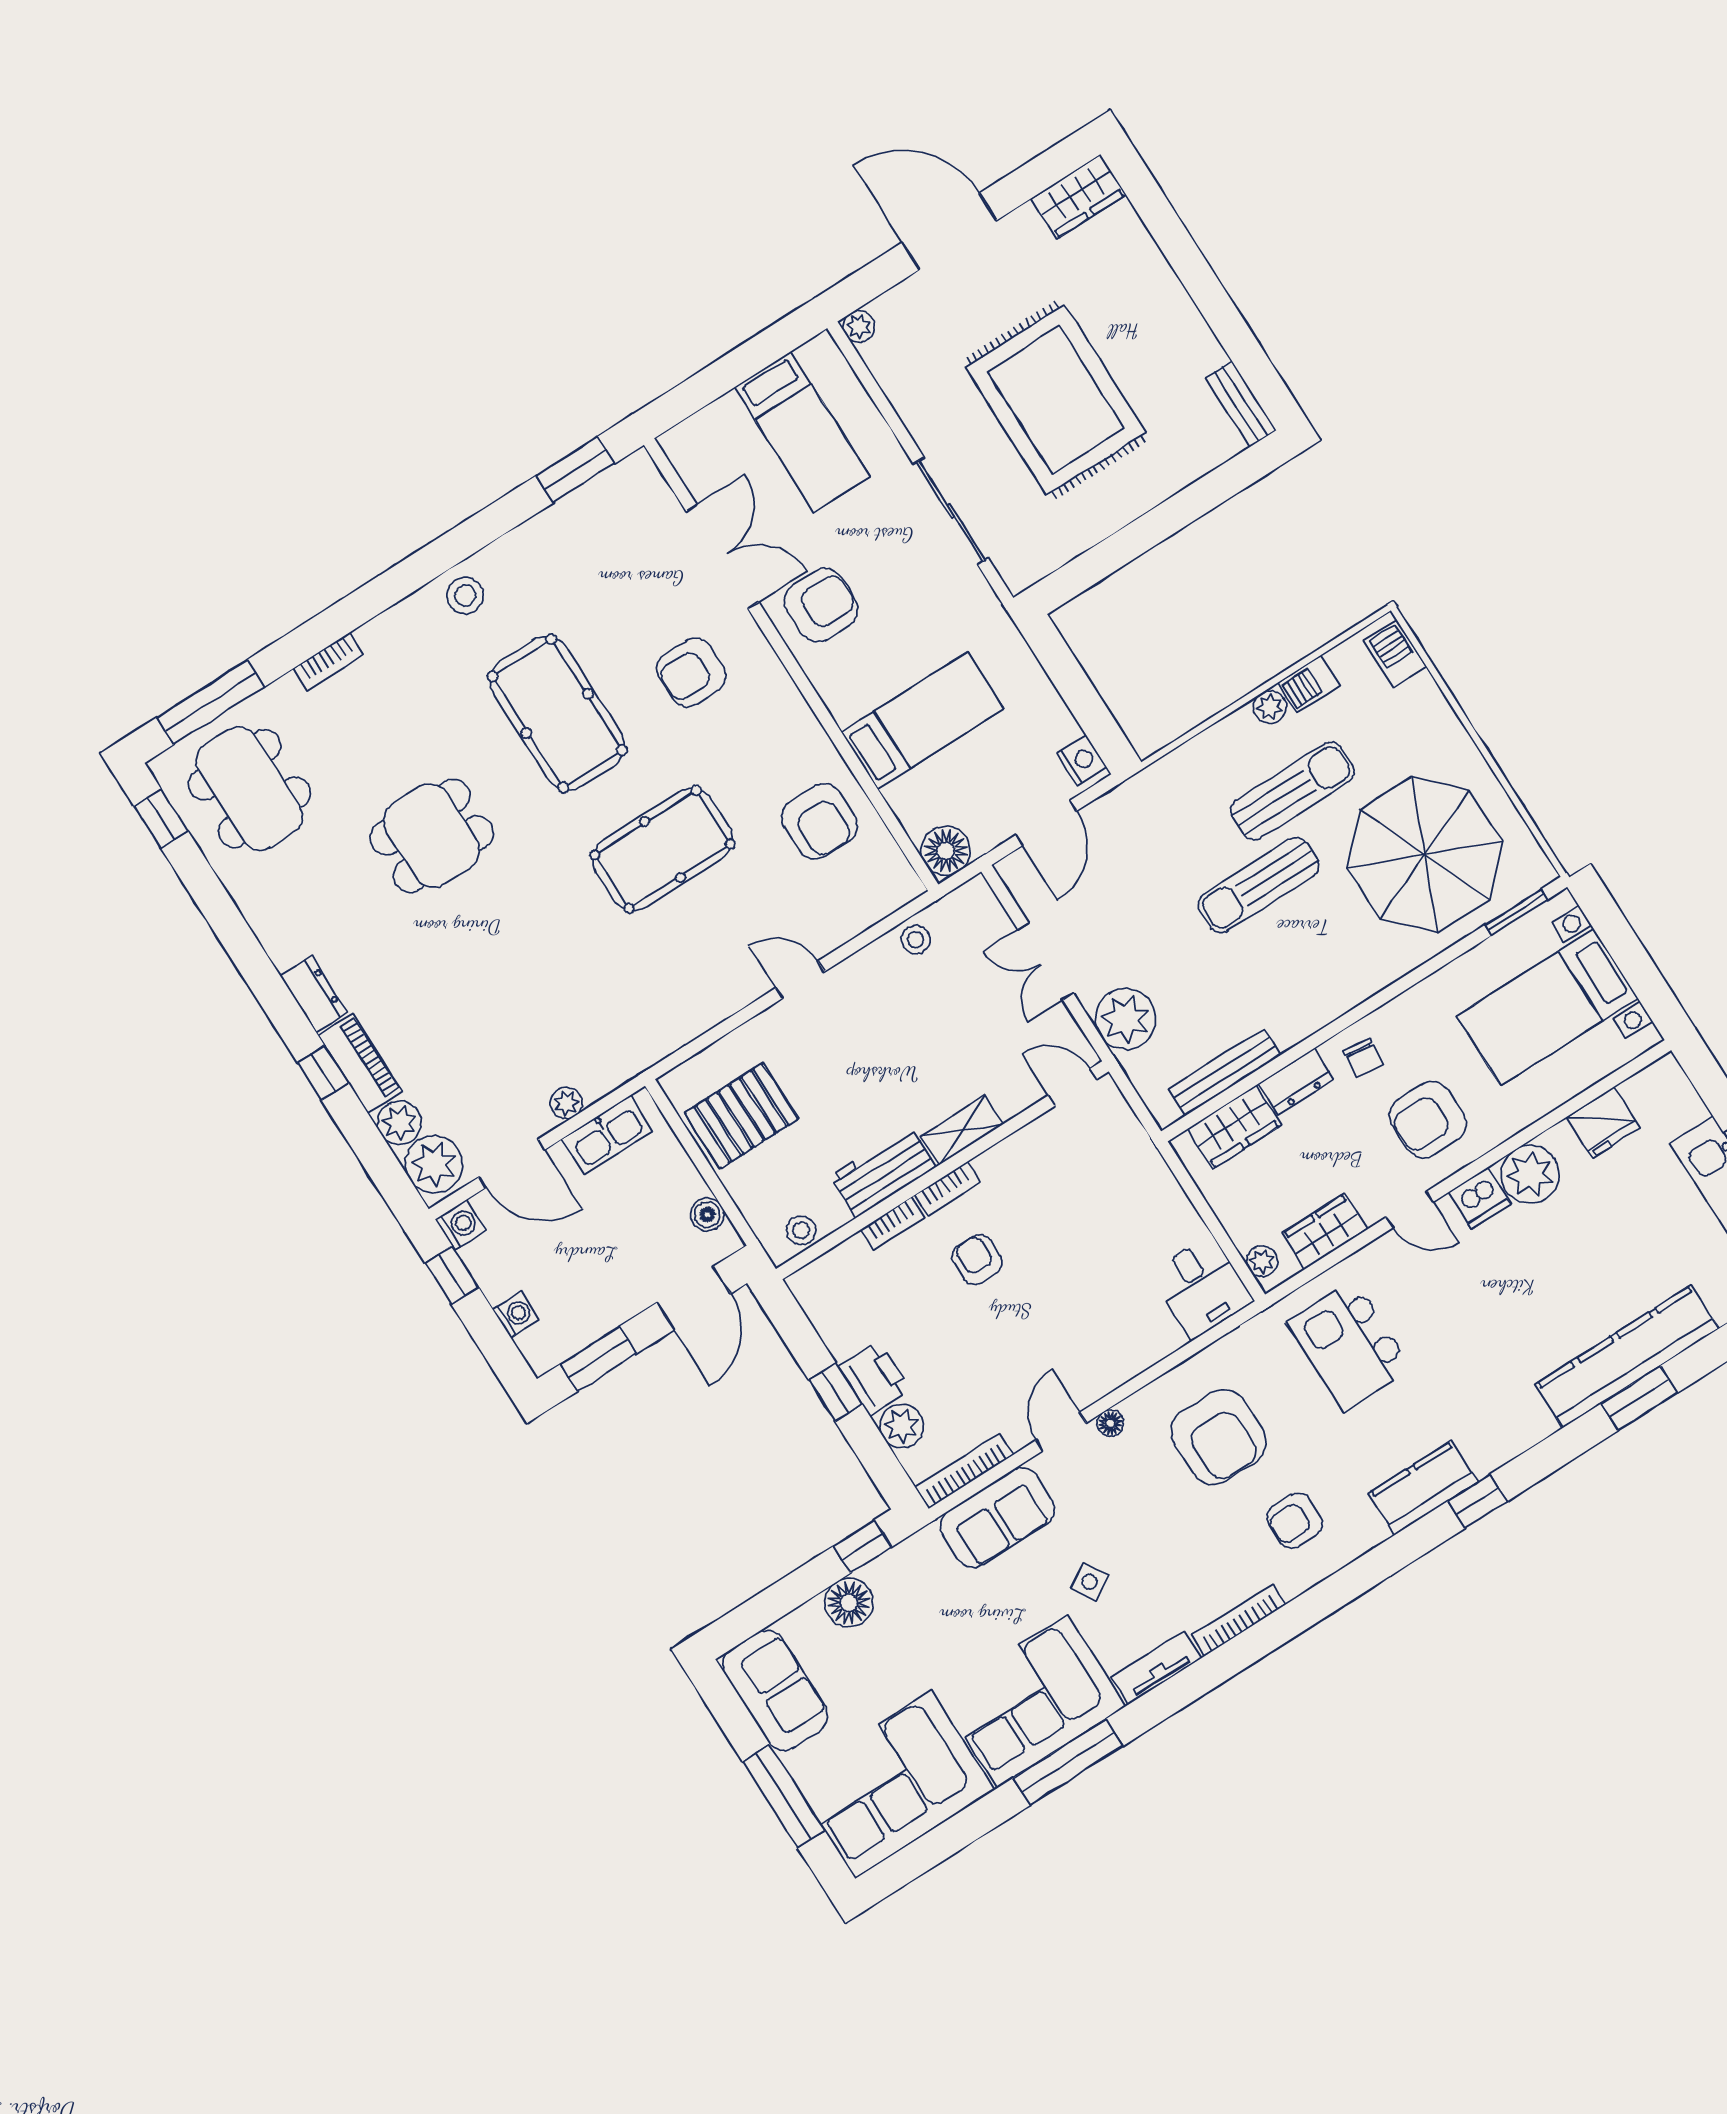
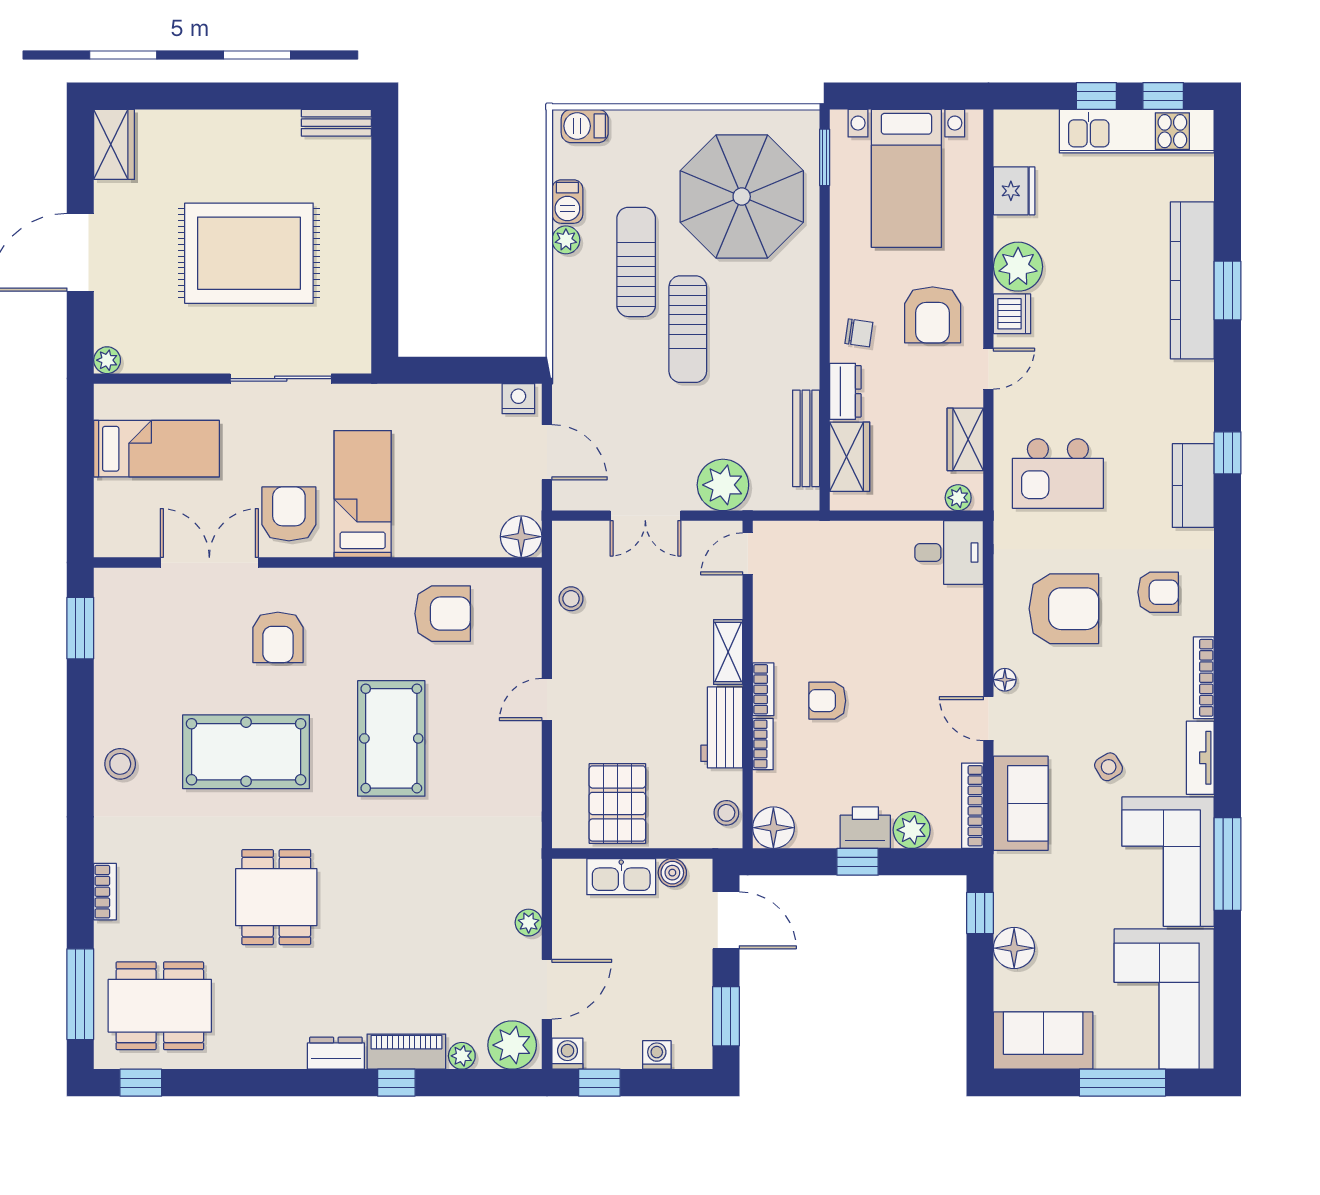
bed: (923, 720) -> (363, 494), moved
plant: (399, 1123) -> (462, 1056), width x0.73, depth x0.73
kitchen sink: (607, 1135) -> (621, 877), moved, turned 90
floor lamp: (816, 1287) -> (773, 828), added
armchair: (1295, 1520) -> (1158, 592), turned -90

